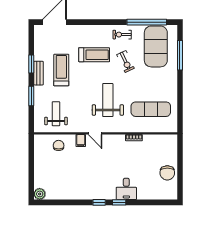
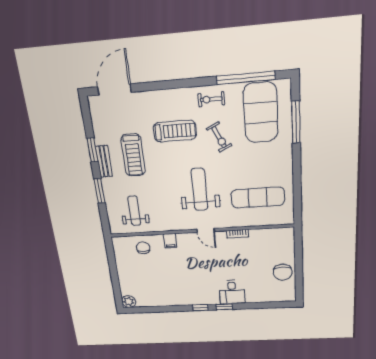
treadmill: (61, 70) -> (133, 155), turned 180
door: (95, 133) -> (206, 230), moved

